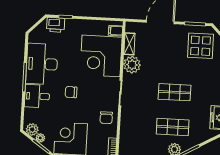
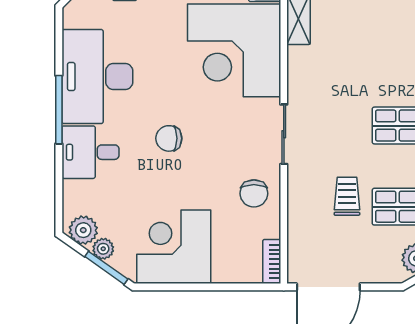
plant: (132, 65) -> (307, 67), removed
trolley: (146, 121) -> (347, 196), added

